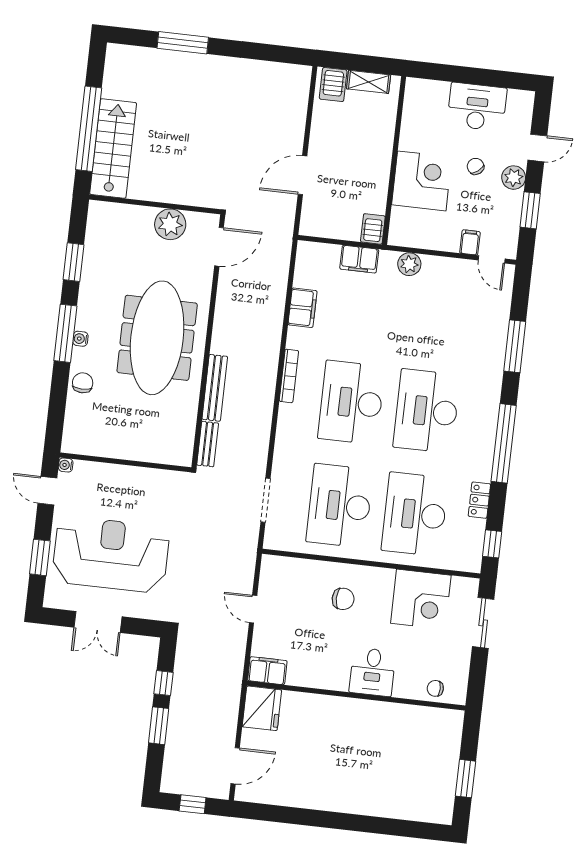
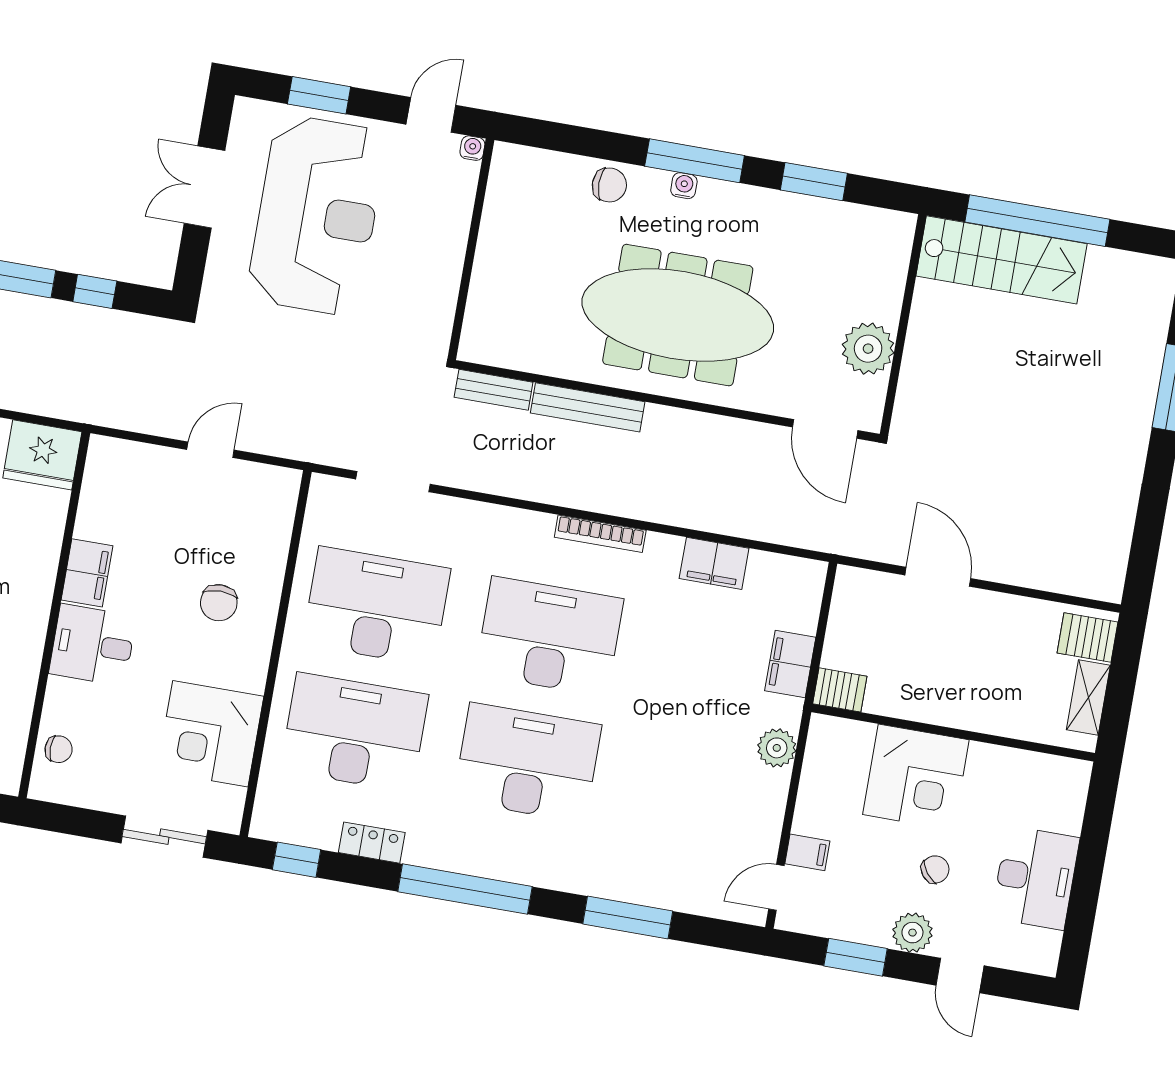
filing cabinet: (267, 671) -> (87, 573), moved
chair: (435, 688) -> (59, 749), turned 90

